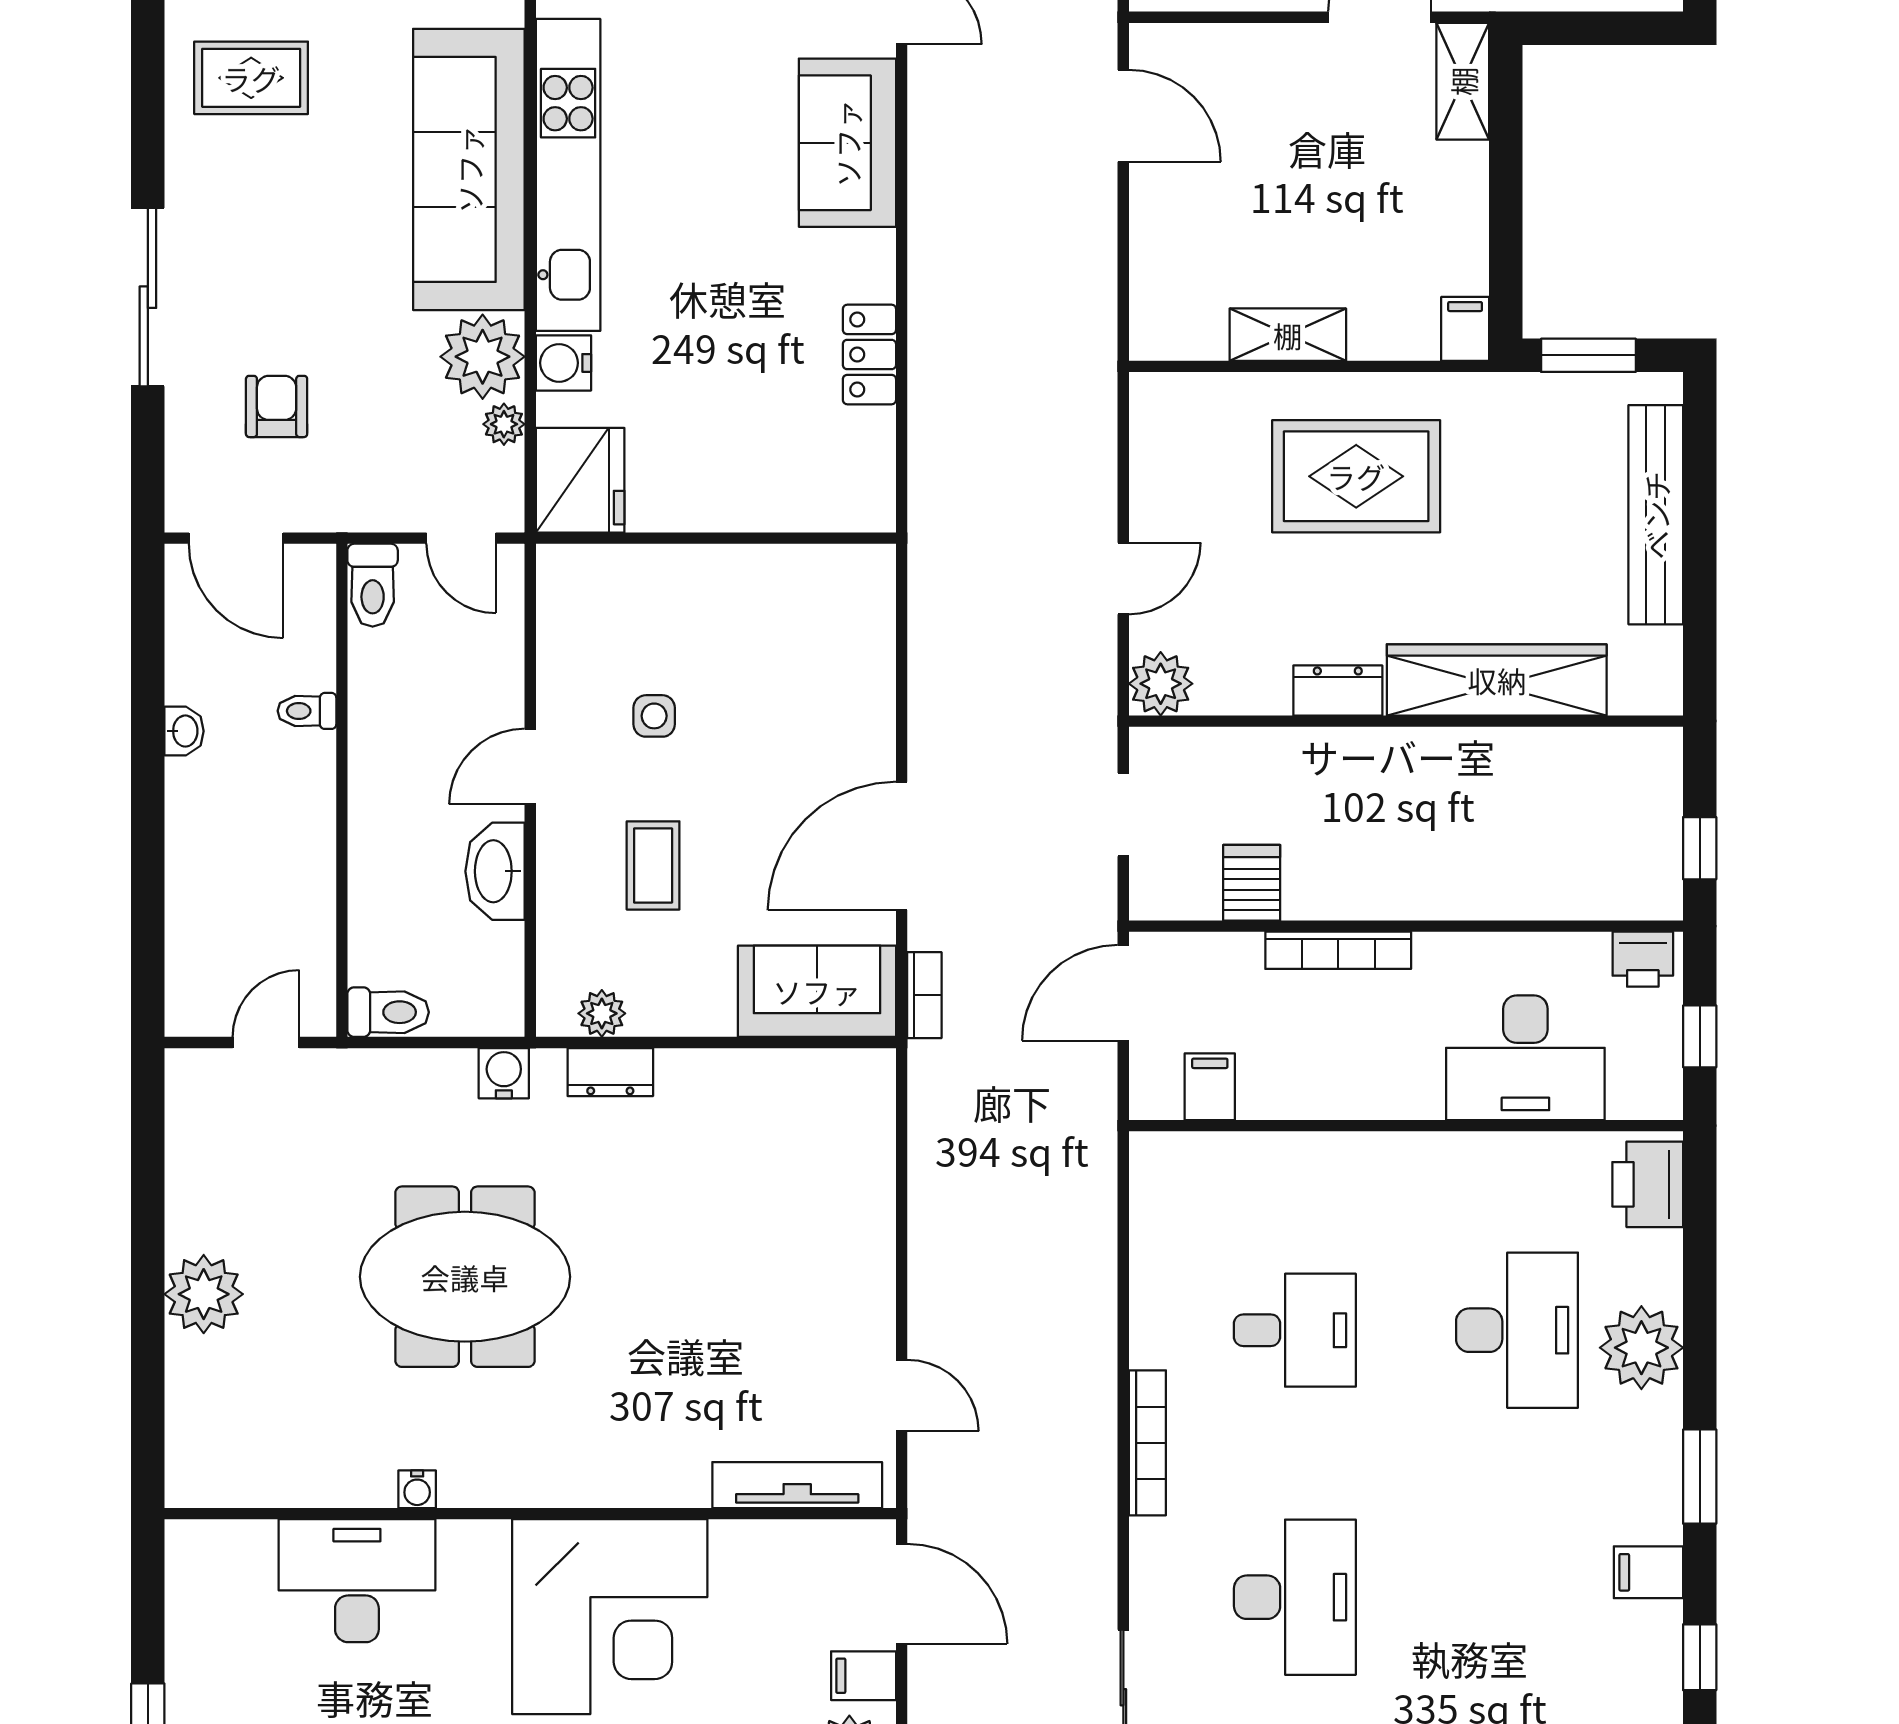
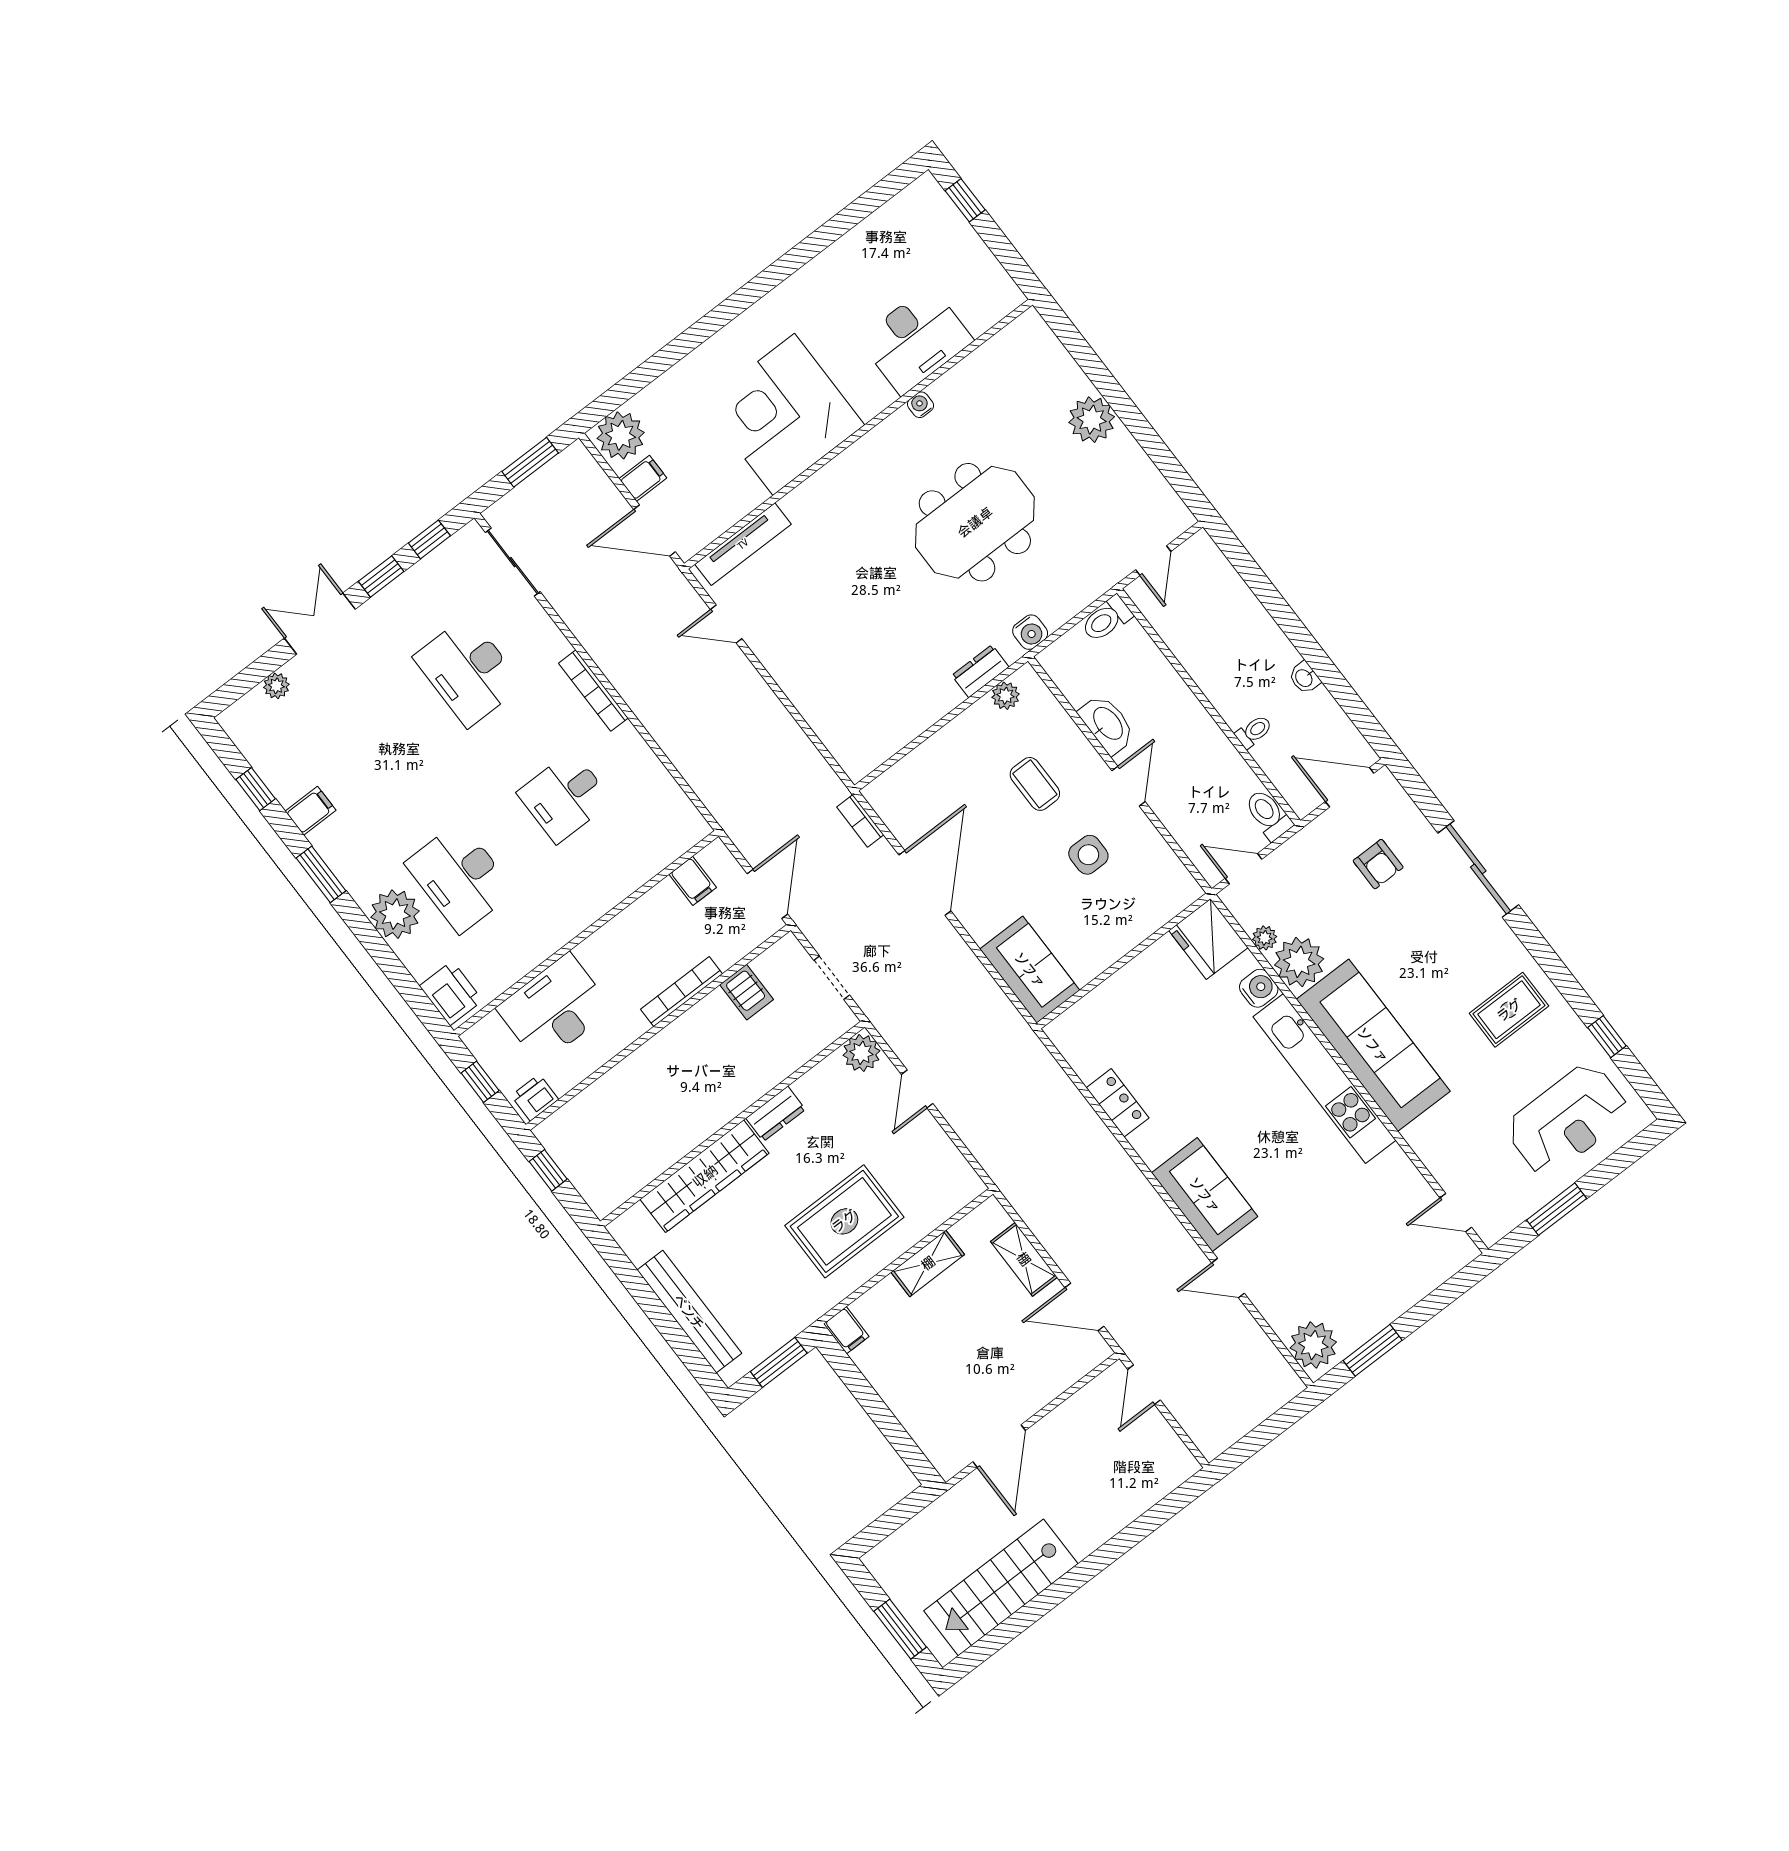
shelving: (1463, 81) -> (1024, 1259), moved
side table: (654, 716) -> (1088, 855), width x1.37, depth x1.37
sofa: (817, 991) -> (1030, 970), moved, turned -90

